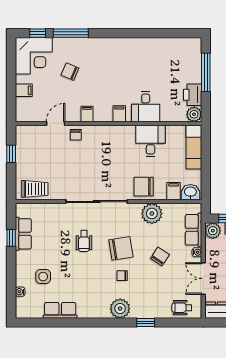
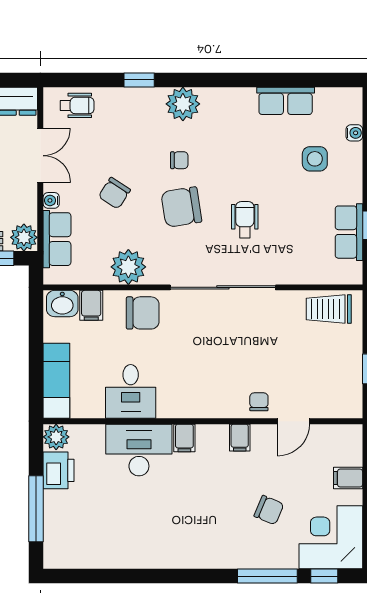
desk: (146, 107) -> (139, 450), width x1.37

